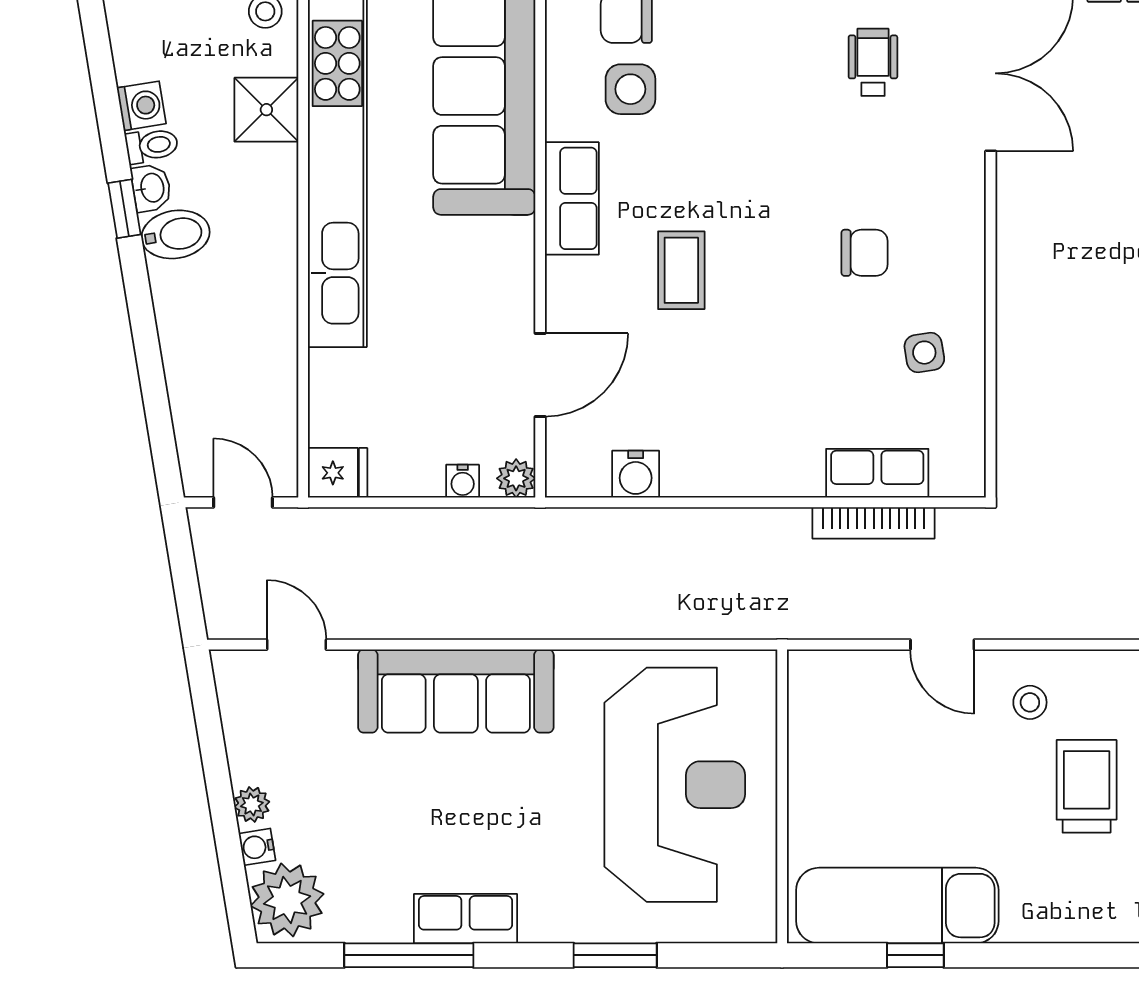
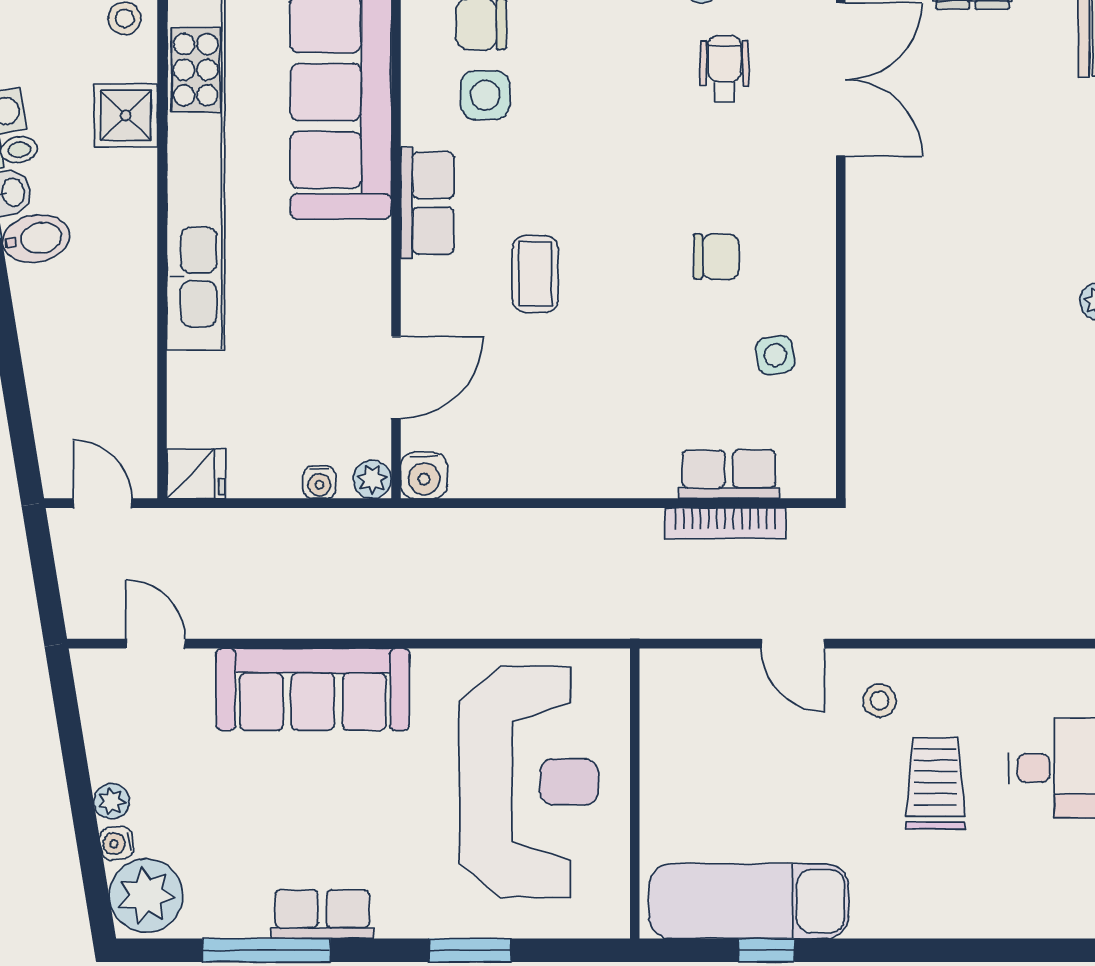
water cooler: (636, 474) -> (424, 475), moved

